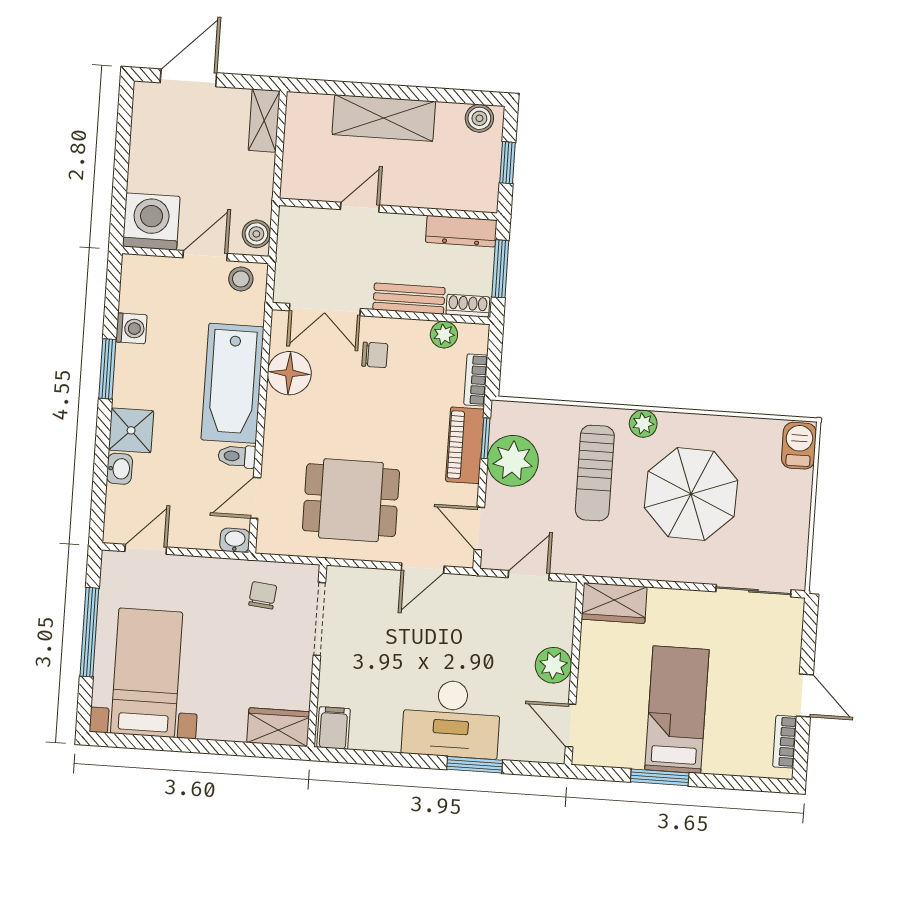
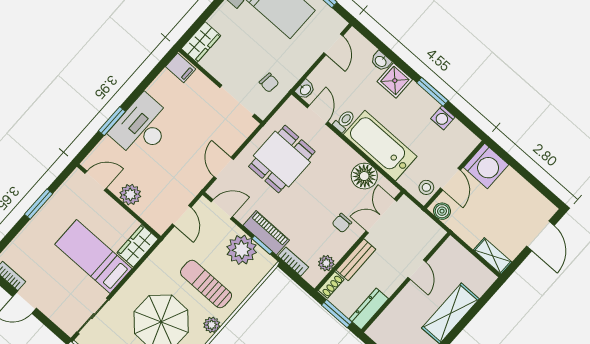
bed: (677, 710) -> (93, 256), moved, turned 180

